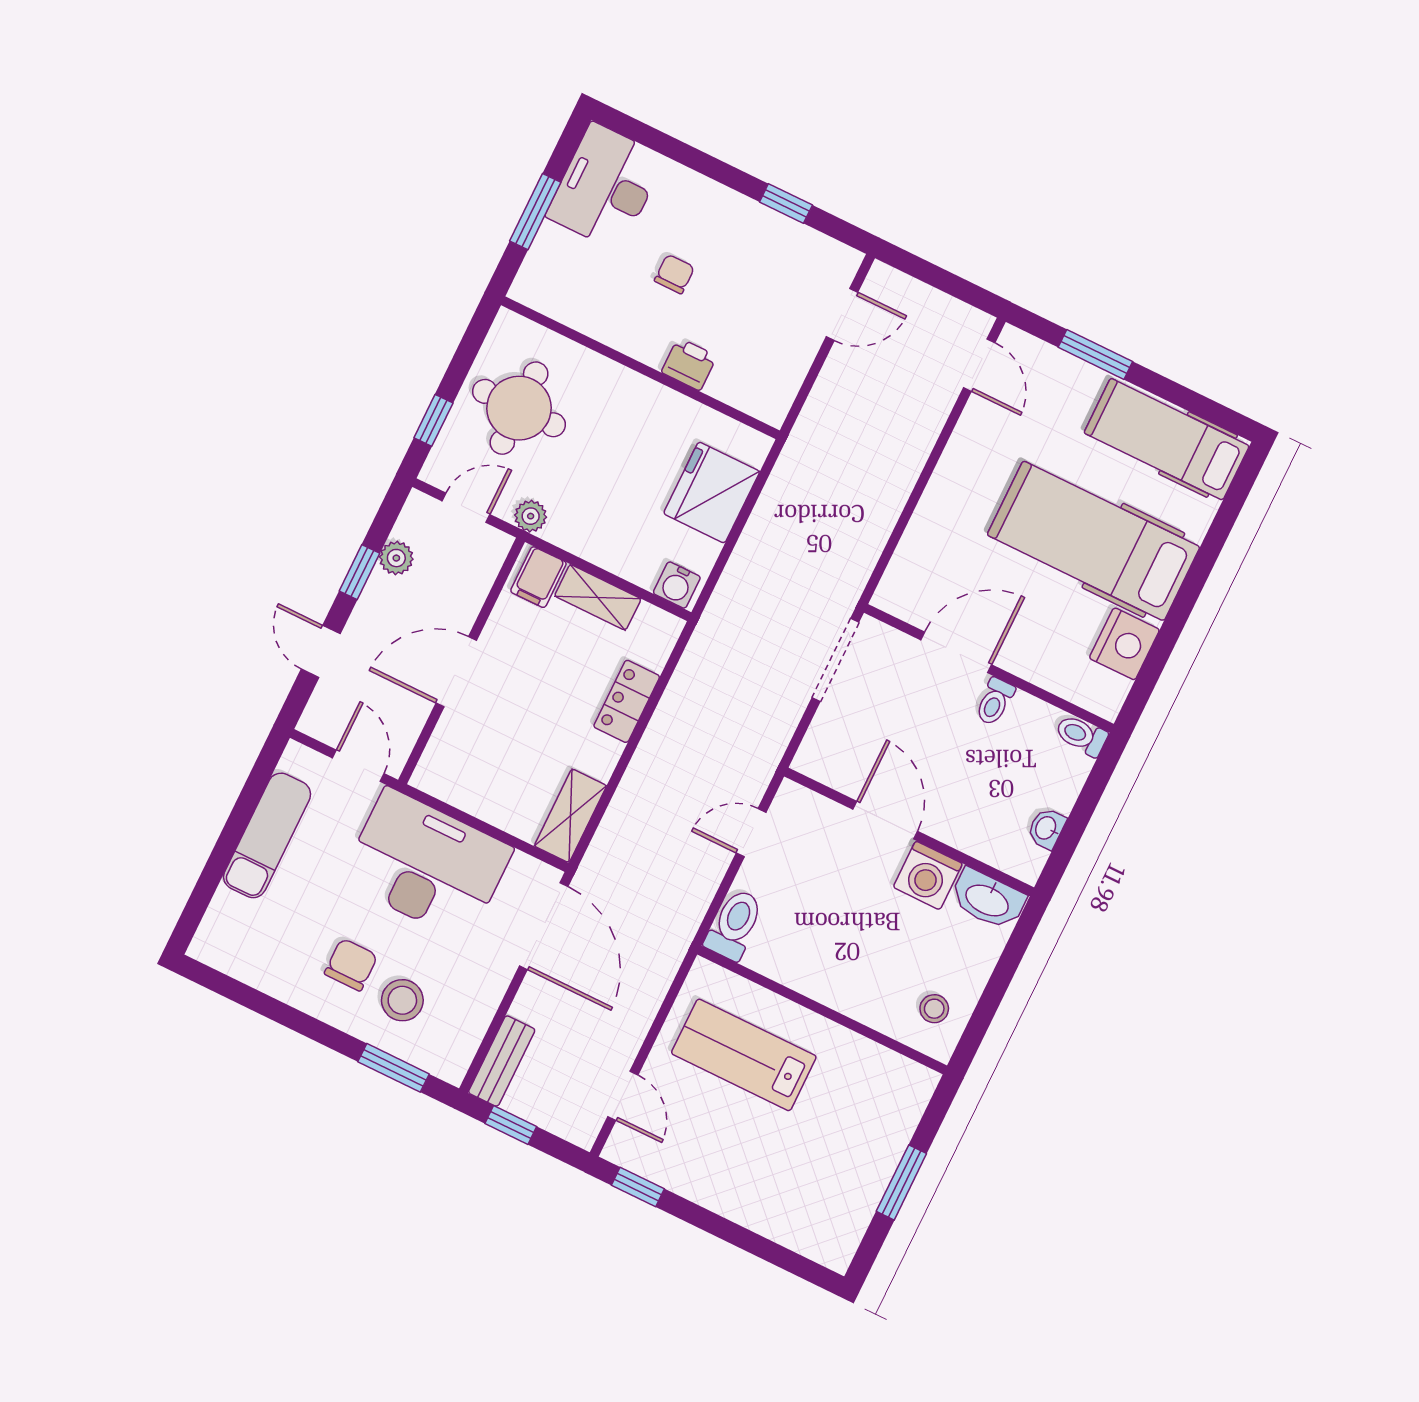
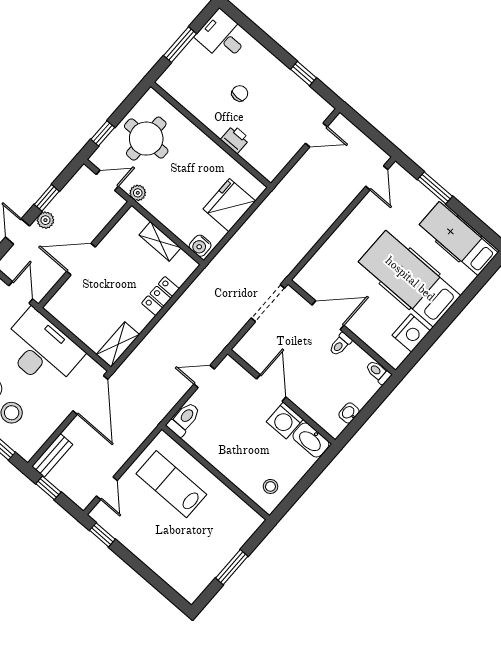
desk: (606, 187) -> (222, 36), width x0.73
plant: (396, 558) -> (45, 220), moved
filing cabinet: (538, 577) -> (134, 224), removed

